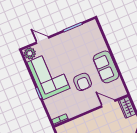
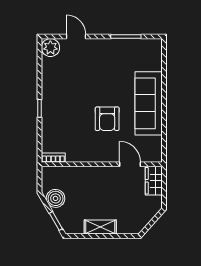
sofa: (106, 67) -> (149, 103), width x1.36
corner sofa: (48, 75) -> (64, 89), removed

